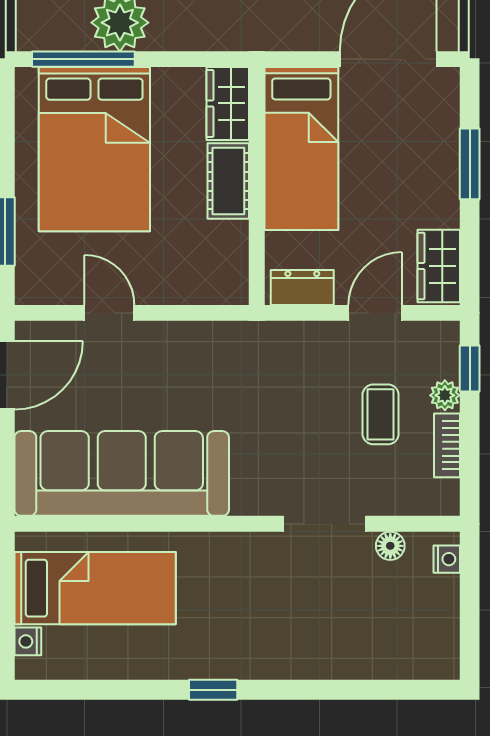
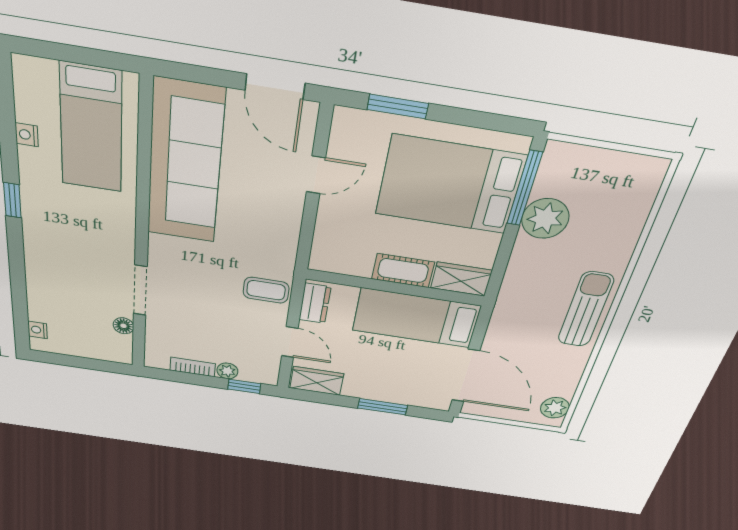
coffee table: (381, 414) -> (266, 290), moved
nightstand: (447, 559) -> (38, 330), moved, turned 90
nightstand: (28, 641) -> (27, 135), moved, turned -90

